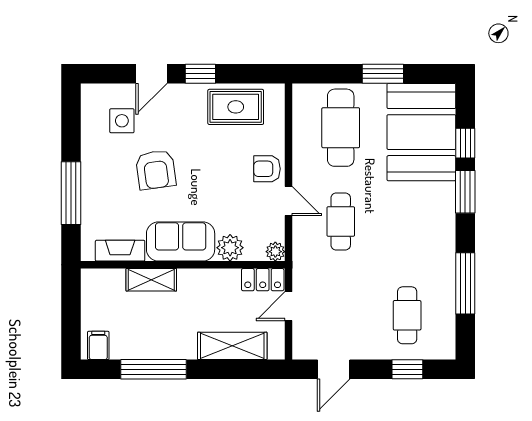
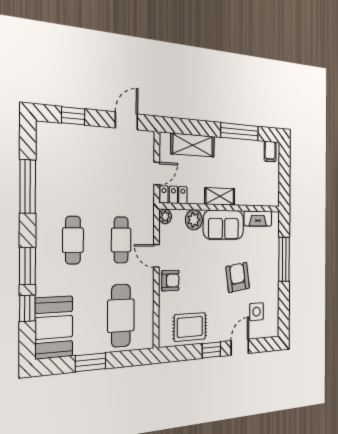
booth: (421, 132) -> (54, 327), width x0.73, depth x0.70
shelving: (151, 280) -> (220, 196), moved
cafe table: (407, 315) -> (73, 240), moved

